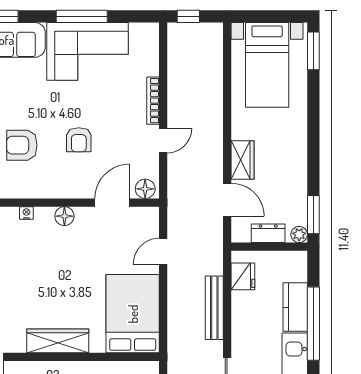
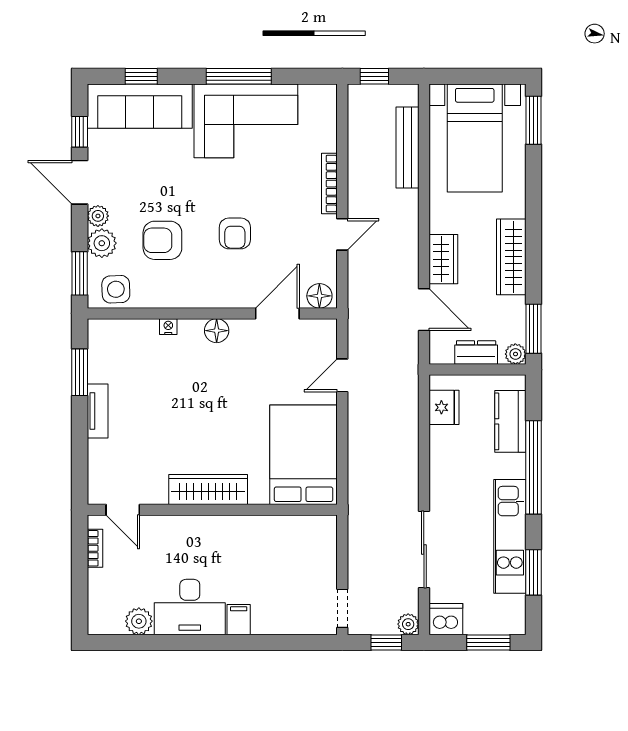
wardrobe: (296, 158) -> (511, 257), added
kitchen counter: (295, 307) -> (510, 421), moved
bench: (214, 308) -> (407, 148), moved

